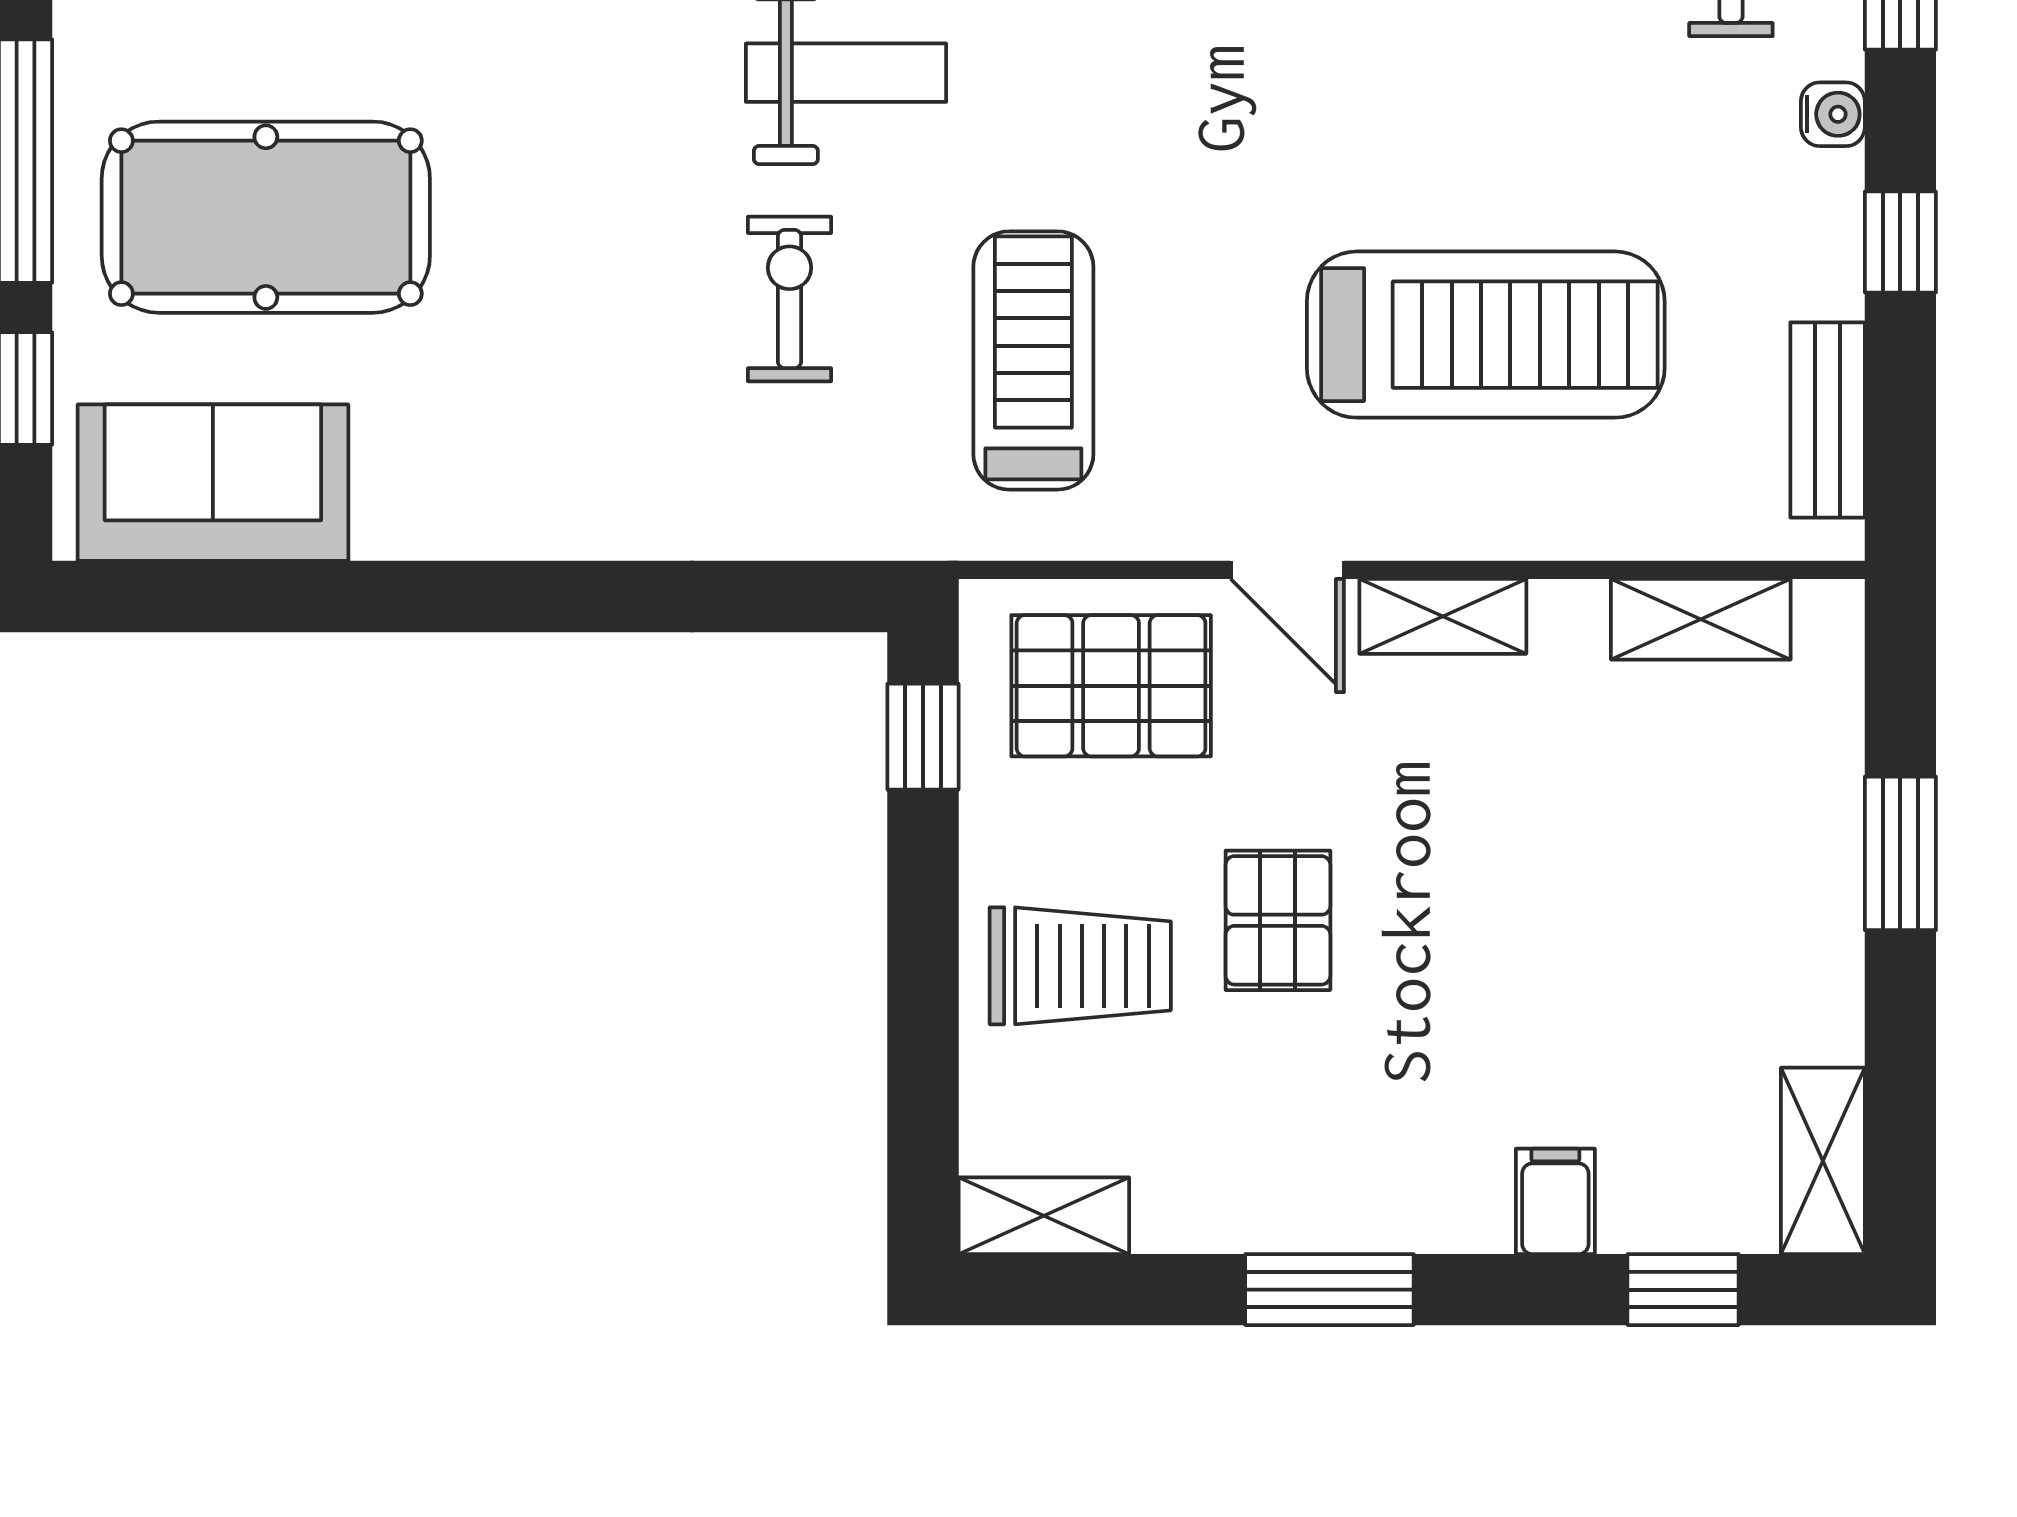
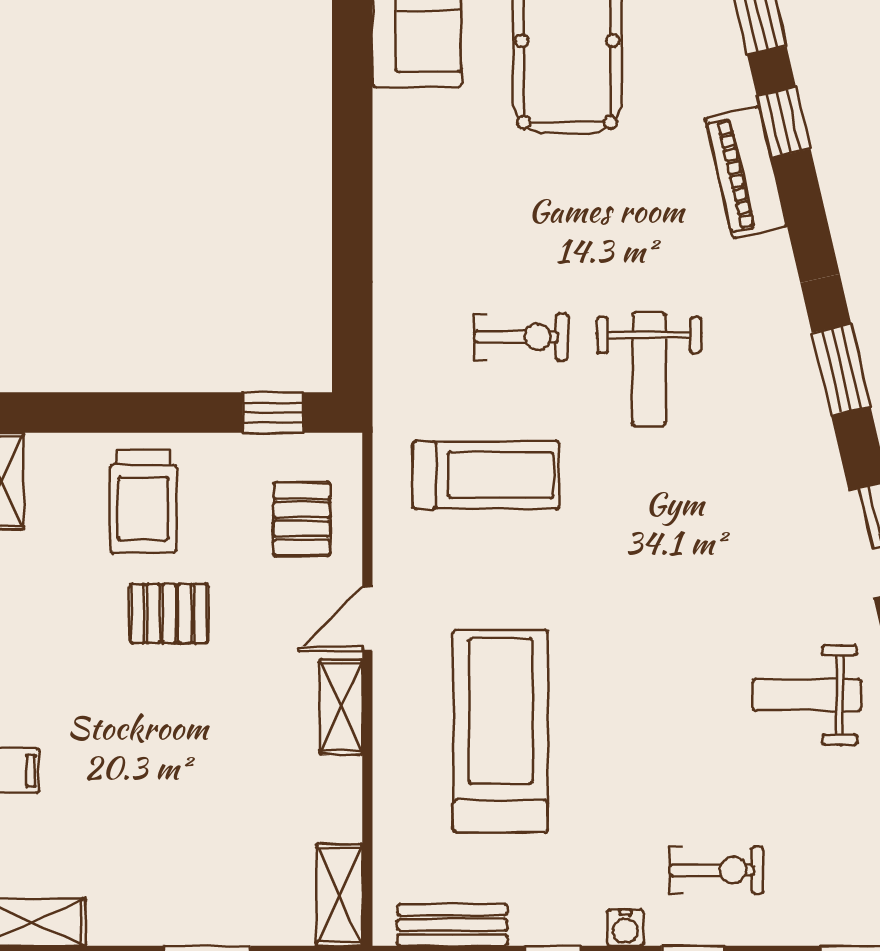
treadmill: (1486, 335) -> (501, 731), turned 180
shelving: (1701, 619) -> (339, 895), moved
pallet: (1111, 686) -> (302, 519), width x0.67, depth x0.71

